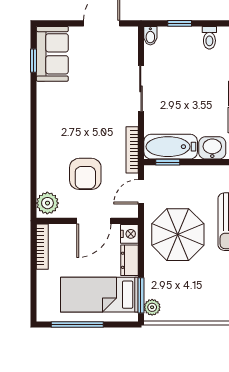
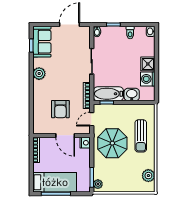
plant: (47, 203) -> (39, 74), moved
door: (94, 221) -> (65, 135), hinge flipped
dresser: (129, 260) -> (85, 158), removed
bed: (99, 295) -> (55, 182), moved, turned 180

